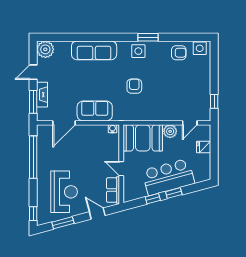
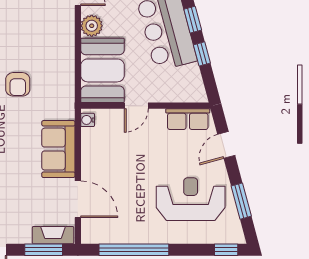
armchair: (134, 86) -> (18, 84), turned -90
fireplace: (42, 95) -> (53, 235), moved
door: (121, 169) -> (136, 106), moved

